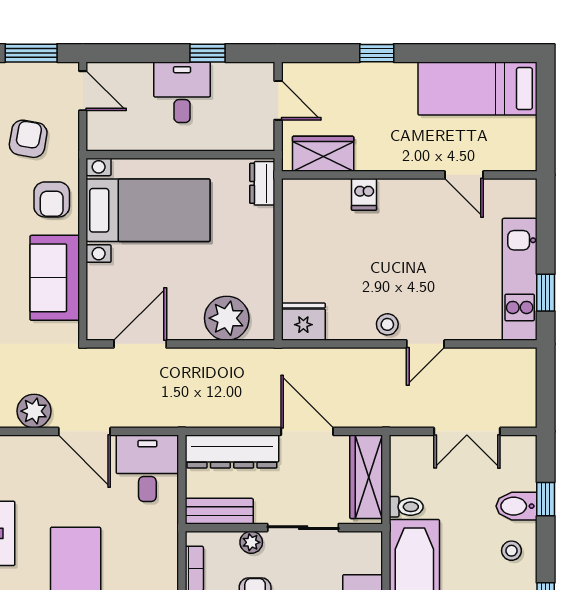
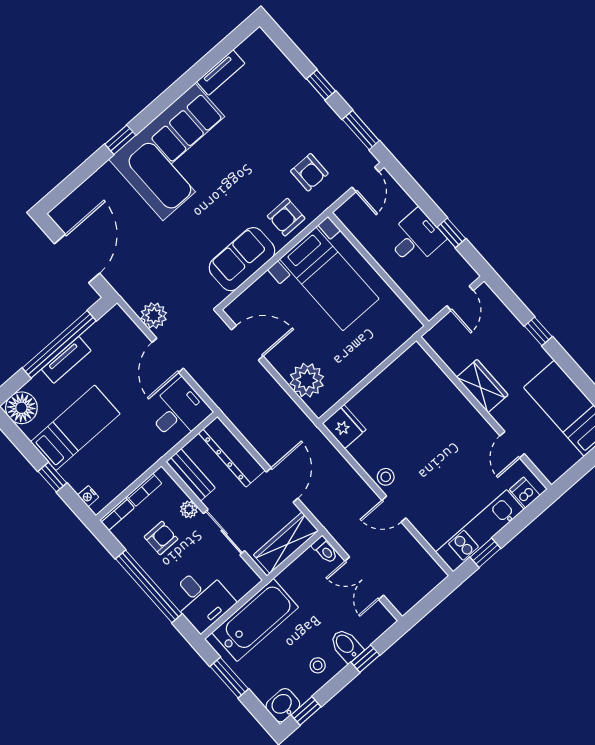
armchair: (28, 139) -> (309, 172), turned 80
wardrobe: (323, 154) -> (482, 386), moved
dresser: (262, 183) -> (404, 332), removed
dishwasher: (364, 194) -> (525, 493), moved, turned 90
toilet: (406, 507) -> (325, 550), moved

